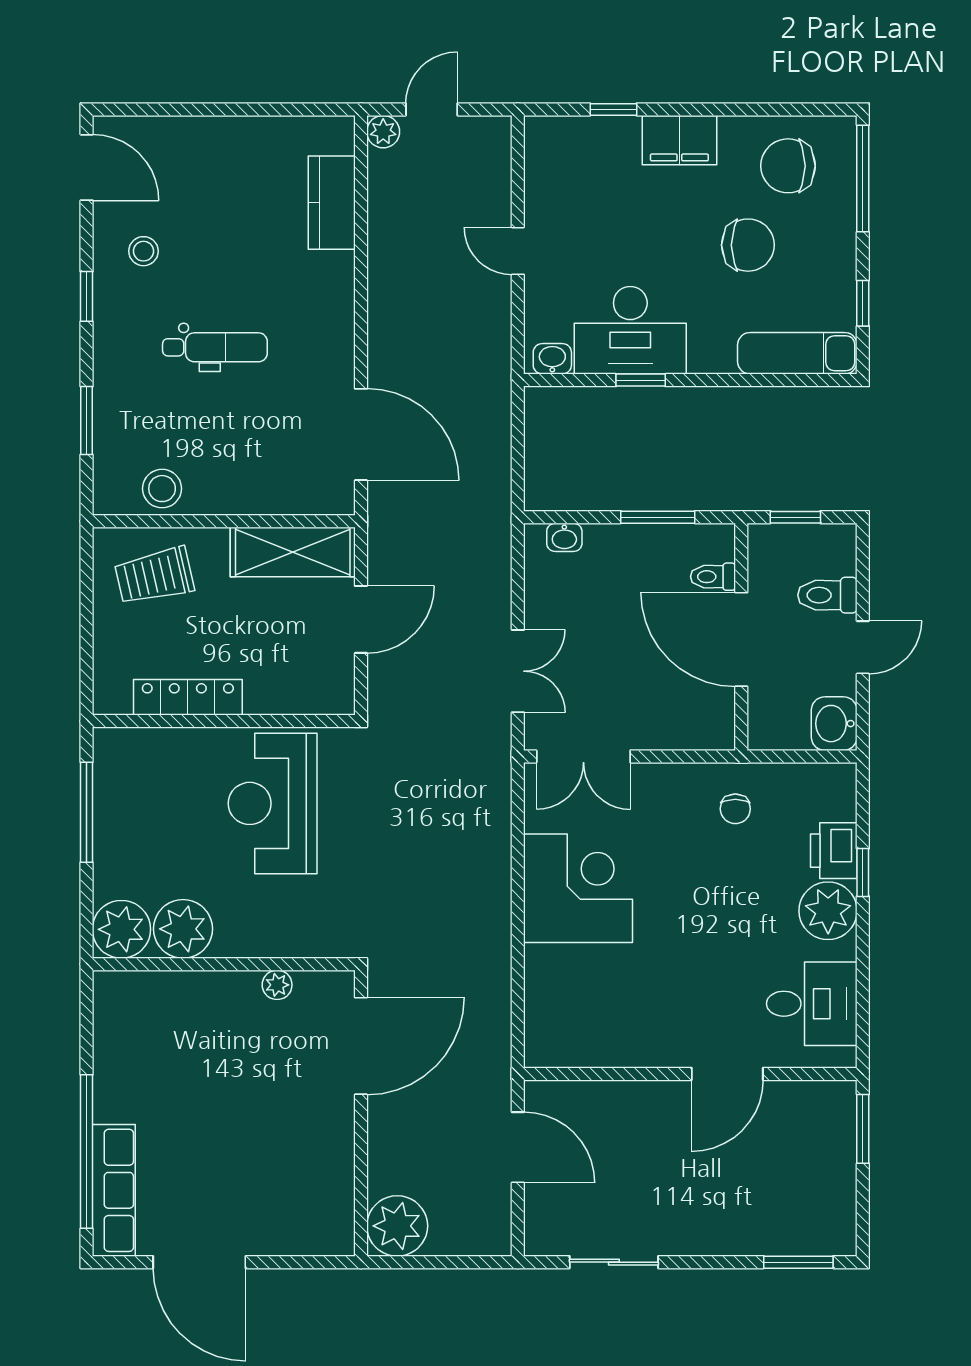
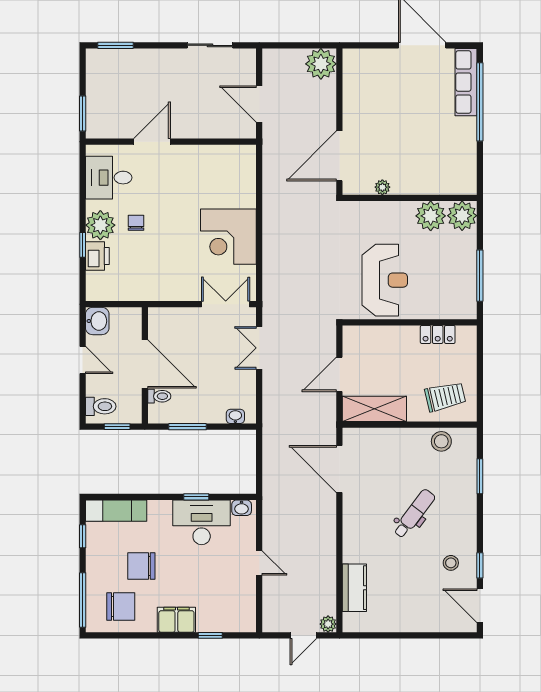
window: (87, 296) -> (480, 565), moved
dental chair: (215, 347) -> (414, 514), turned 127
toilet: (827, 595) -> (101, 406), moved
door: (863, 647) -> (83, 360), swing flipped
locker: (188, 697) -> (438, 334), width x0.66
chair: (735, 809) -> (136, 223), moved

